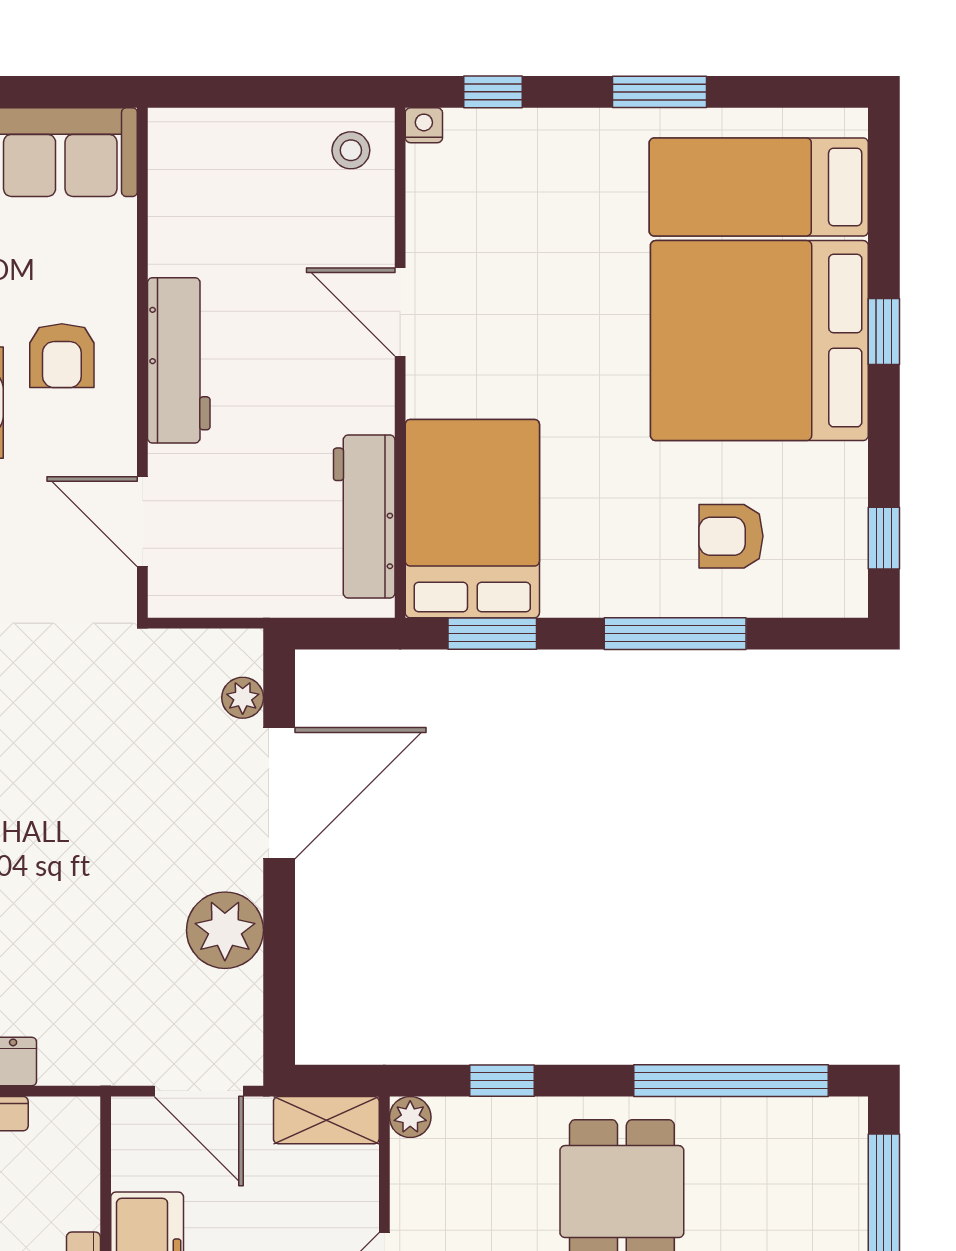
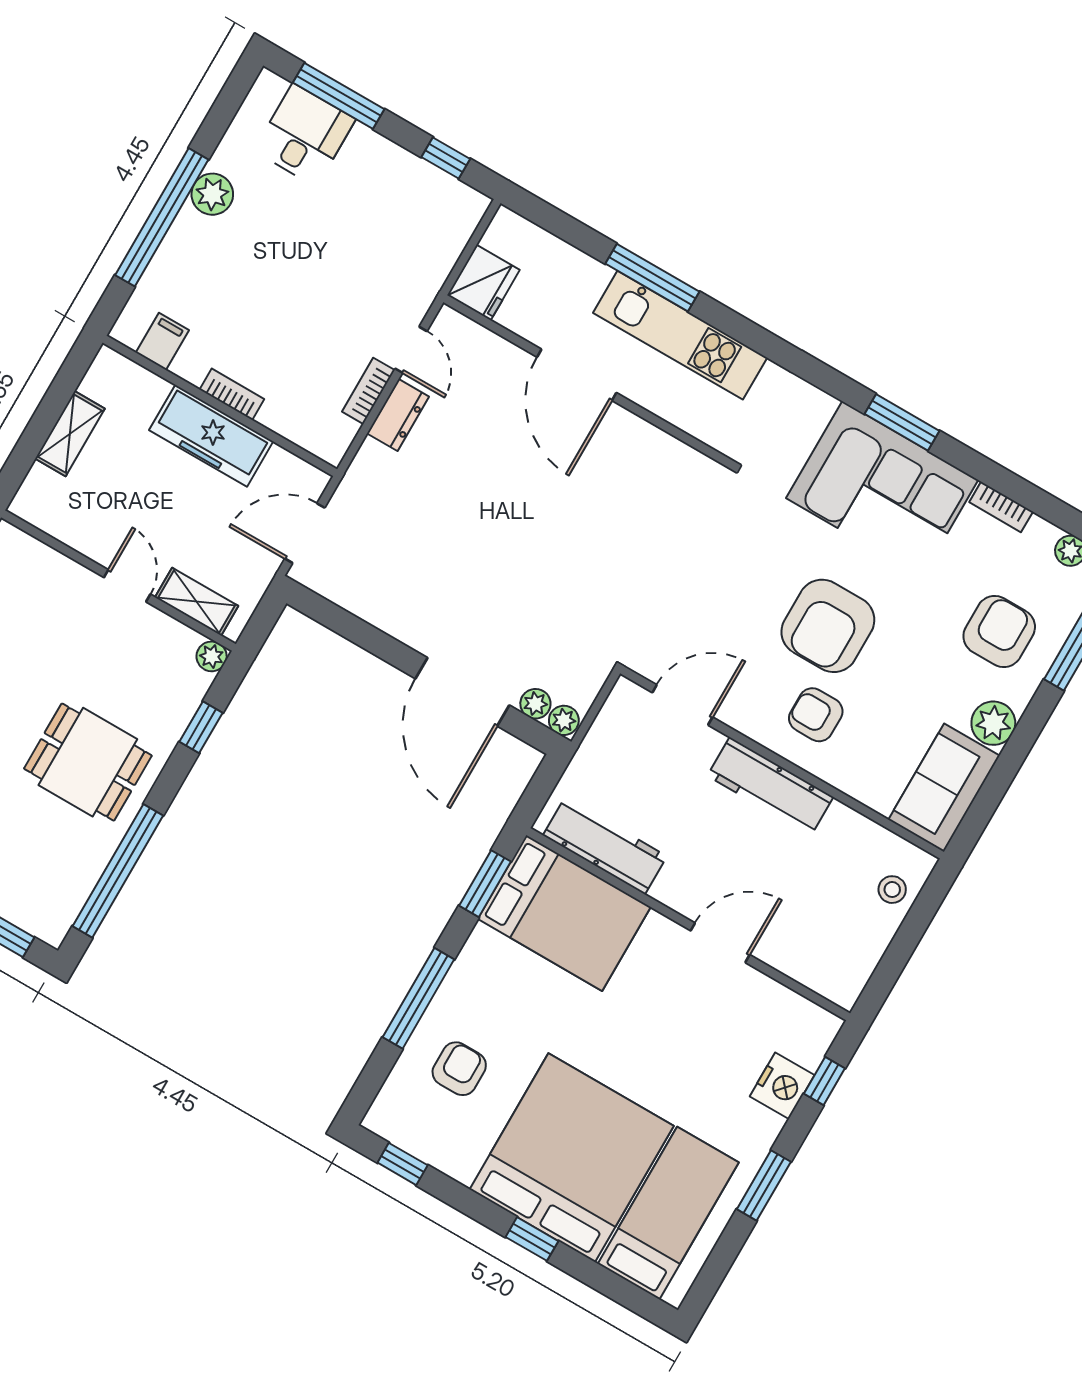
nightstand: (424, 125) -> (782, 1086), moved, width x1.89, depth x1.79
stool: (351, 150) -> (892, 890), moved
plant: (225, 930) -> (564, 720), moved, width x0.53, depth x0.53
shelving: (326, 1120) -> (197, 602), moved, turned 90

